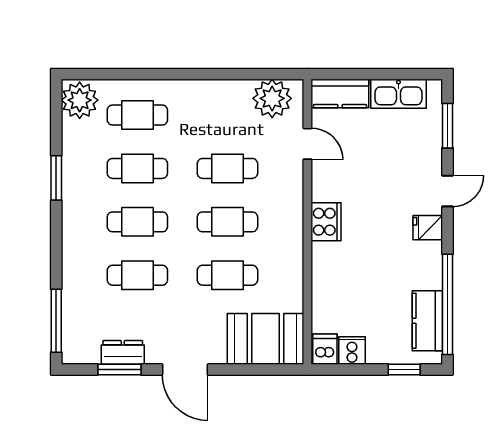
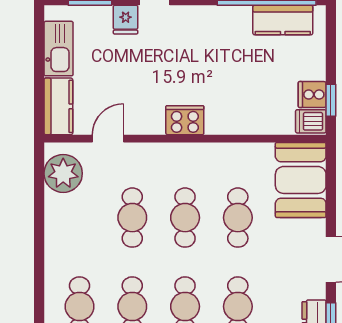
fridge: (428, 228) -> (126, 20), moved
window: (404, 370) -> (331, 100), moved

